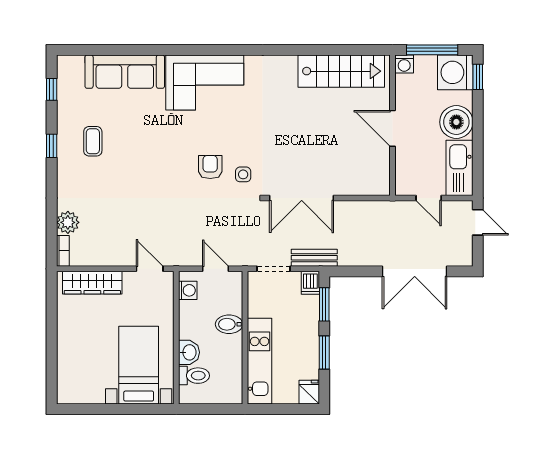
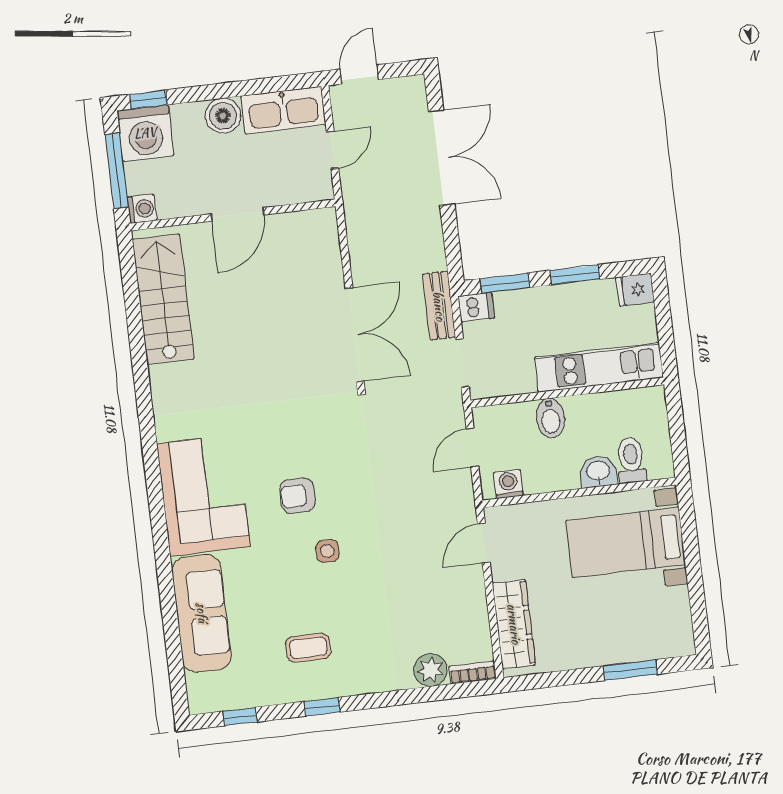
boiler: (456, 122) -> (223, 116), width x0.73, depth x0.73
armchair: (210, 167) -> (298, 496), moved
side table: (243, 174) -> (327, 551), moved
window: (52, 358) -> (630, 670), added

